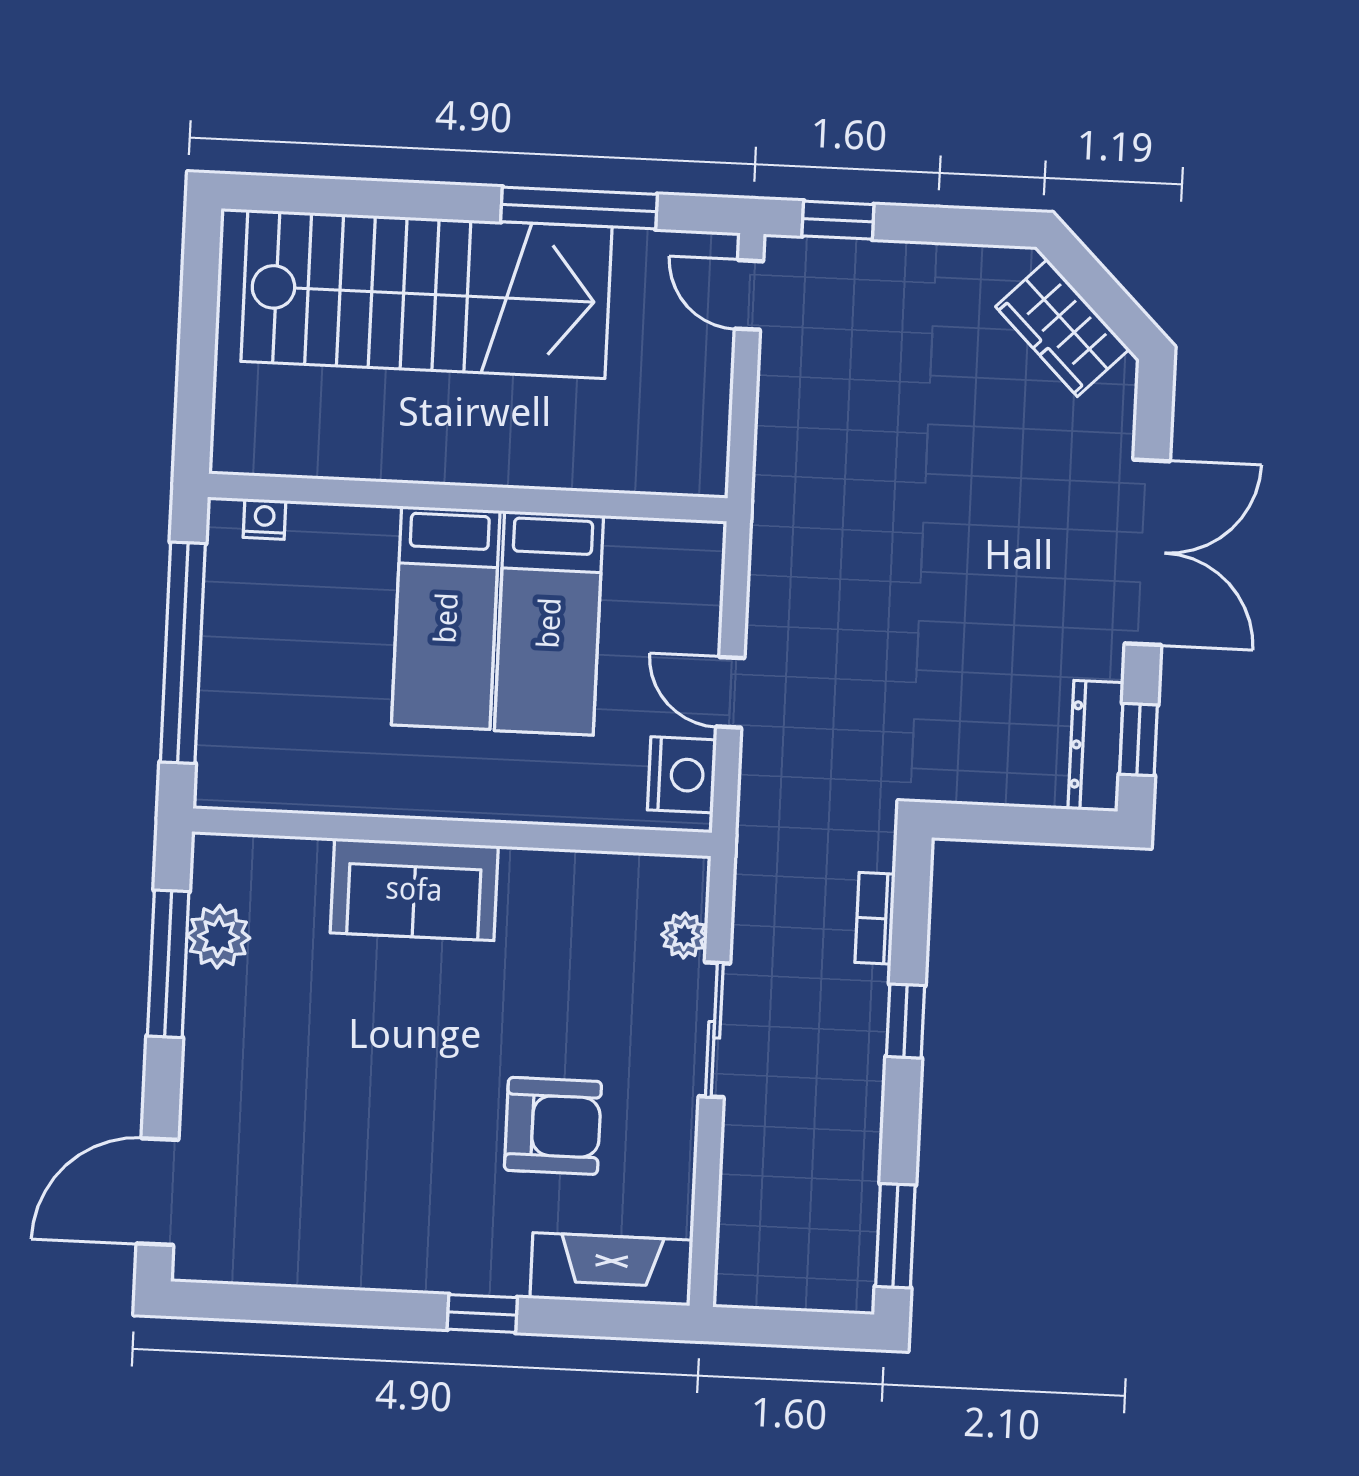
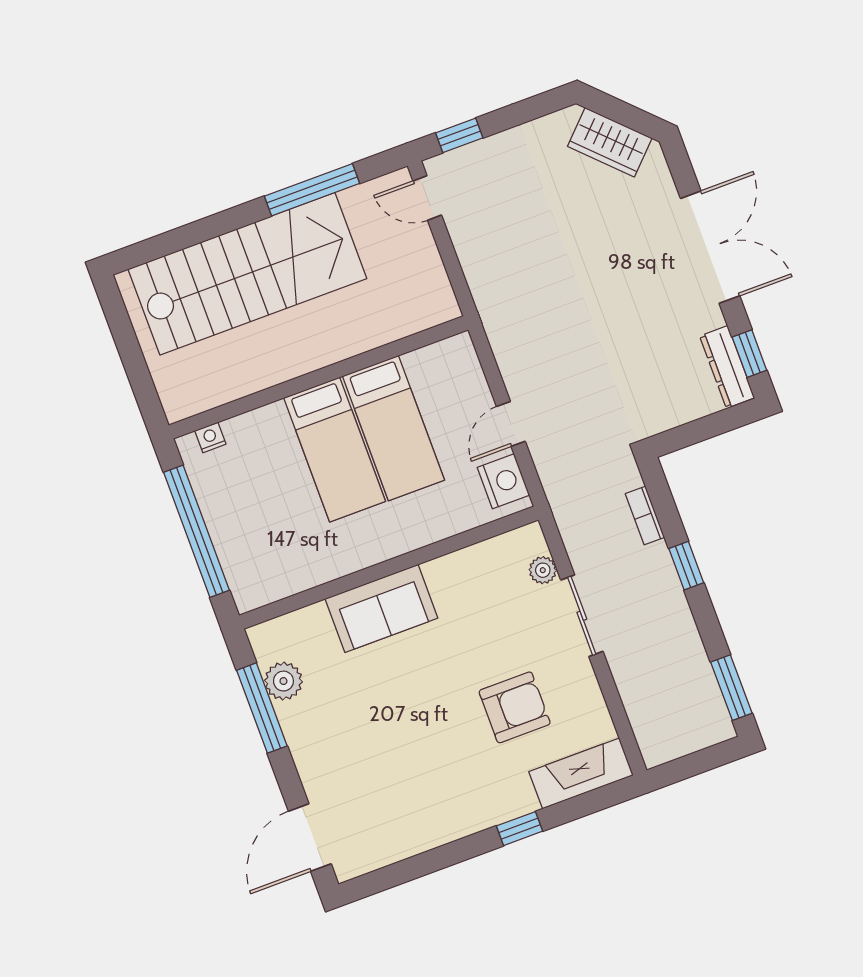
door: (730, 692) -> (511, 424), hinge flipped

